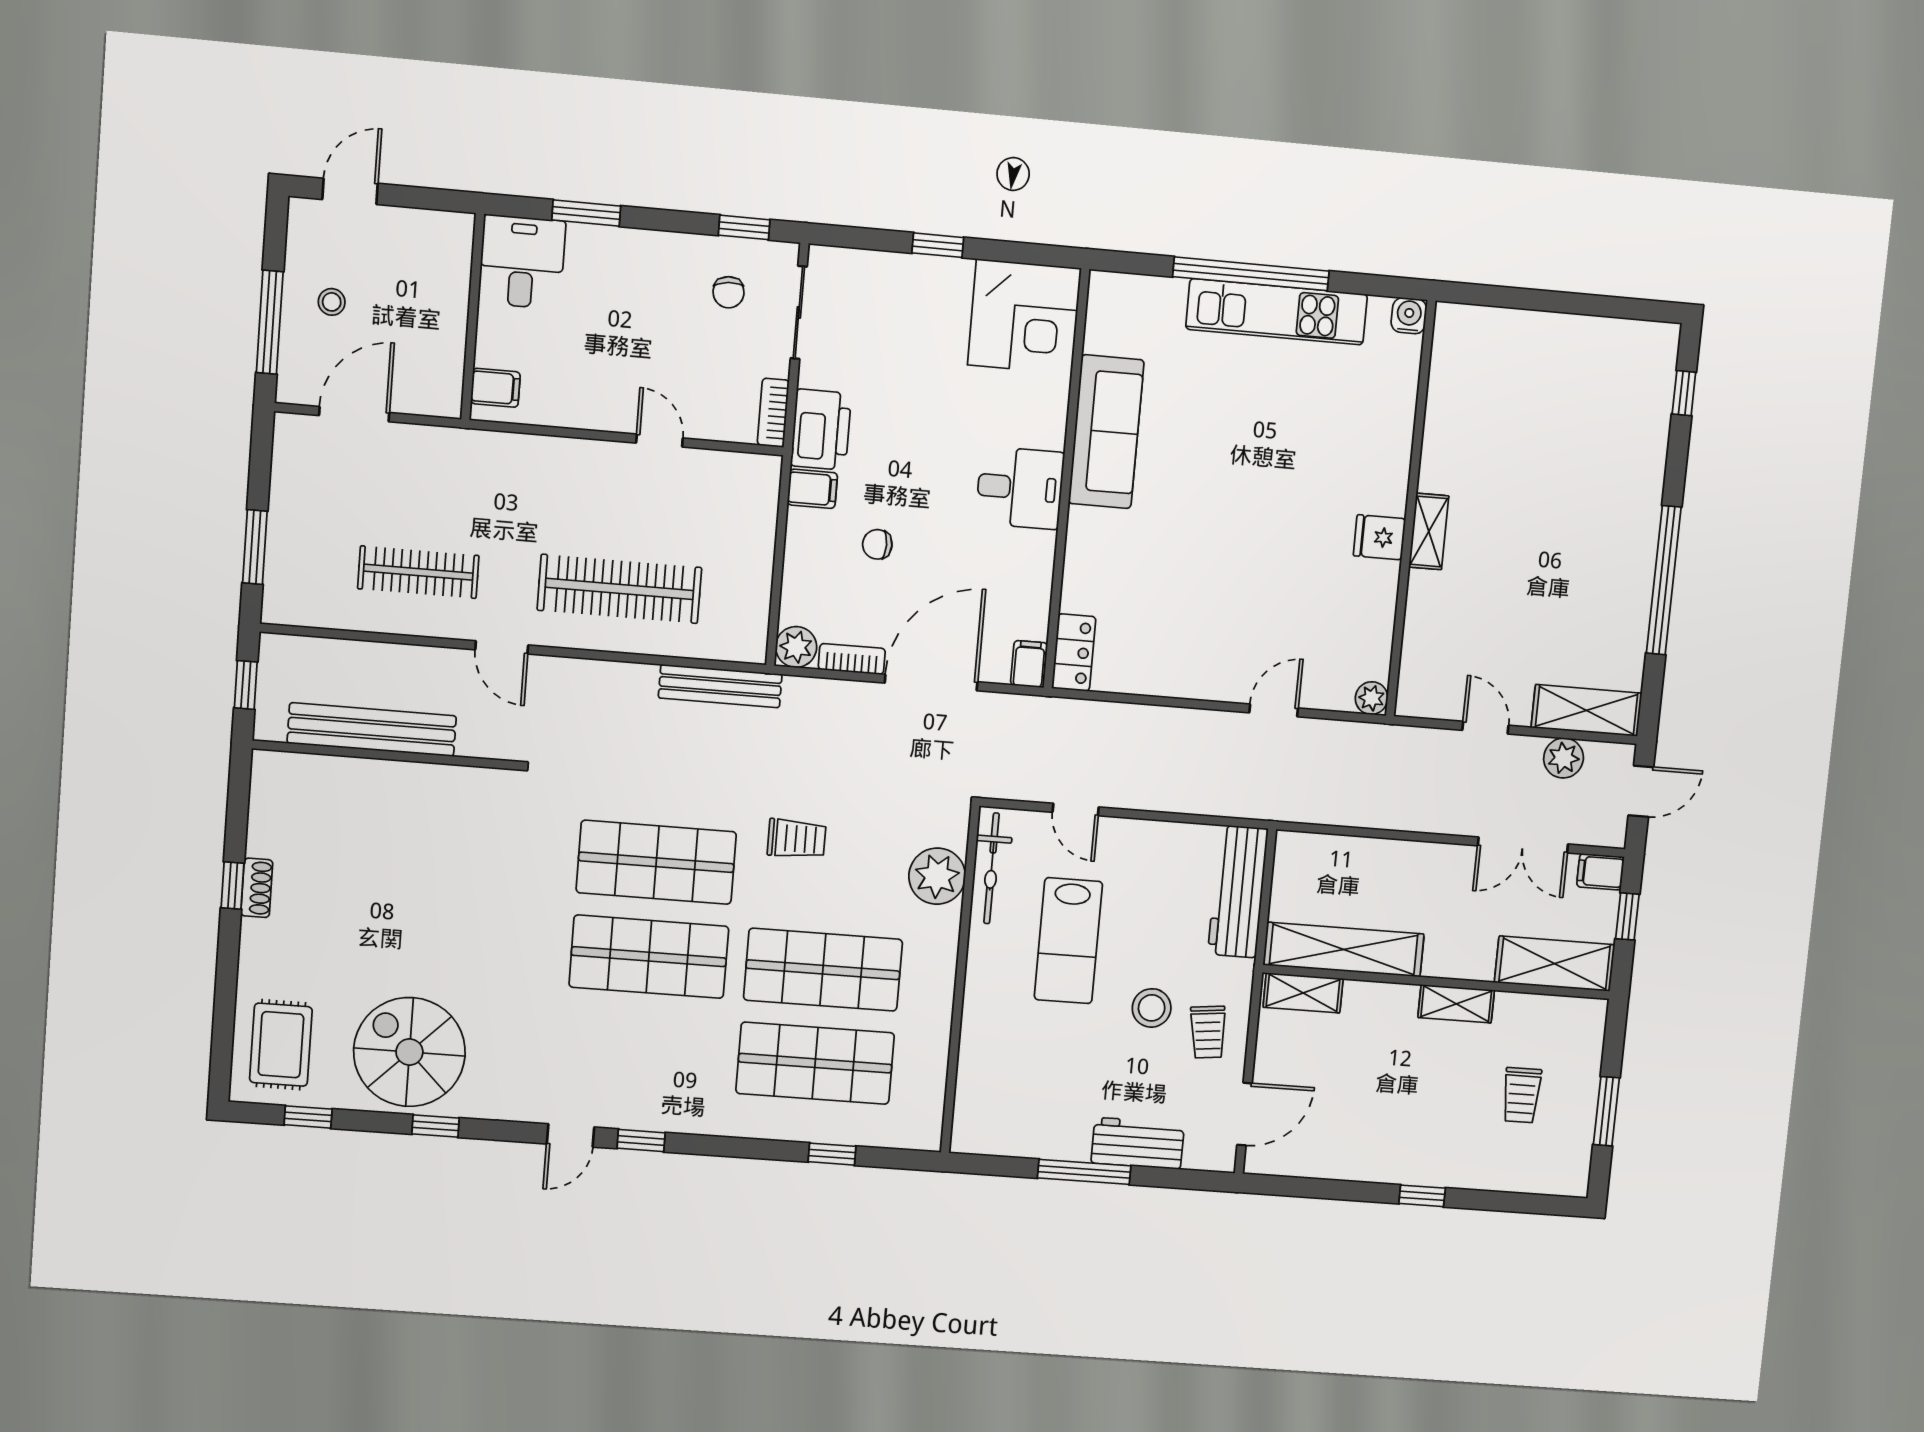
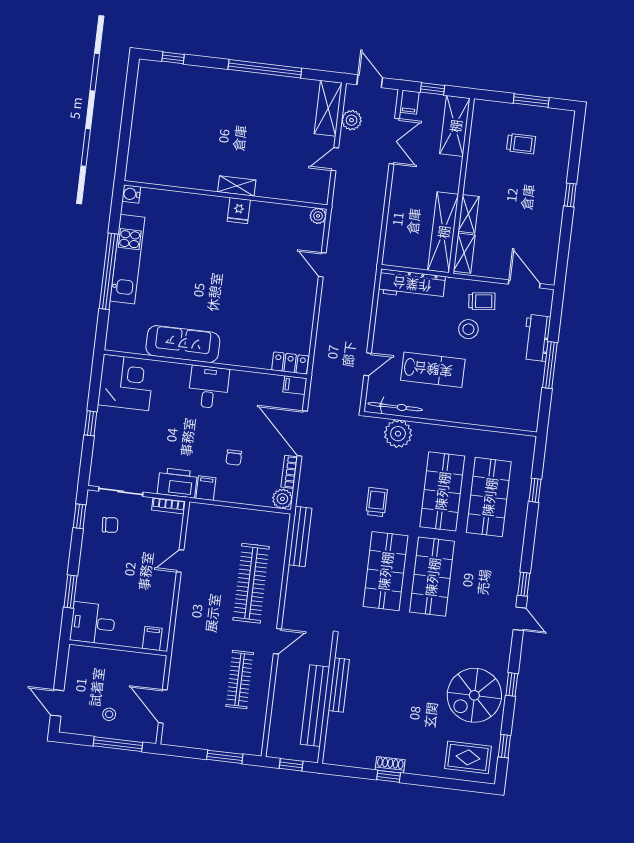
bench: (417, 777) -> (339, 685), added
shelving: (1456, 1004) -> (469, 214), moved

